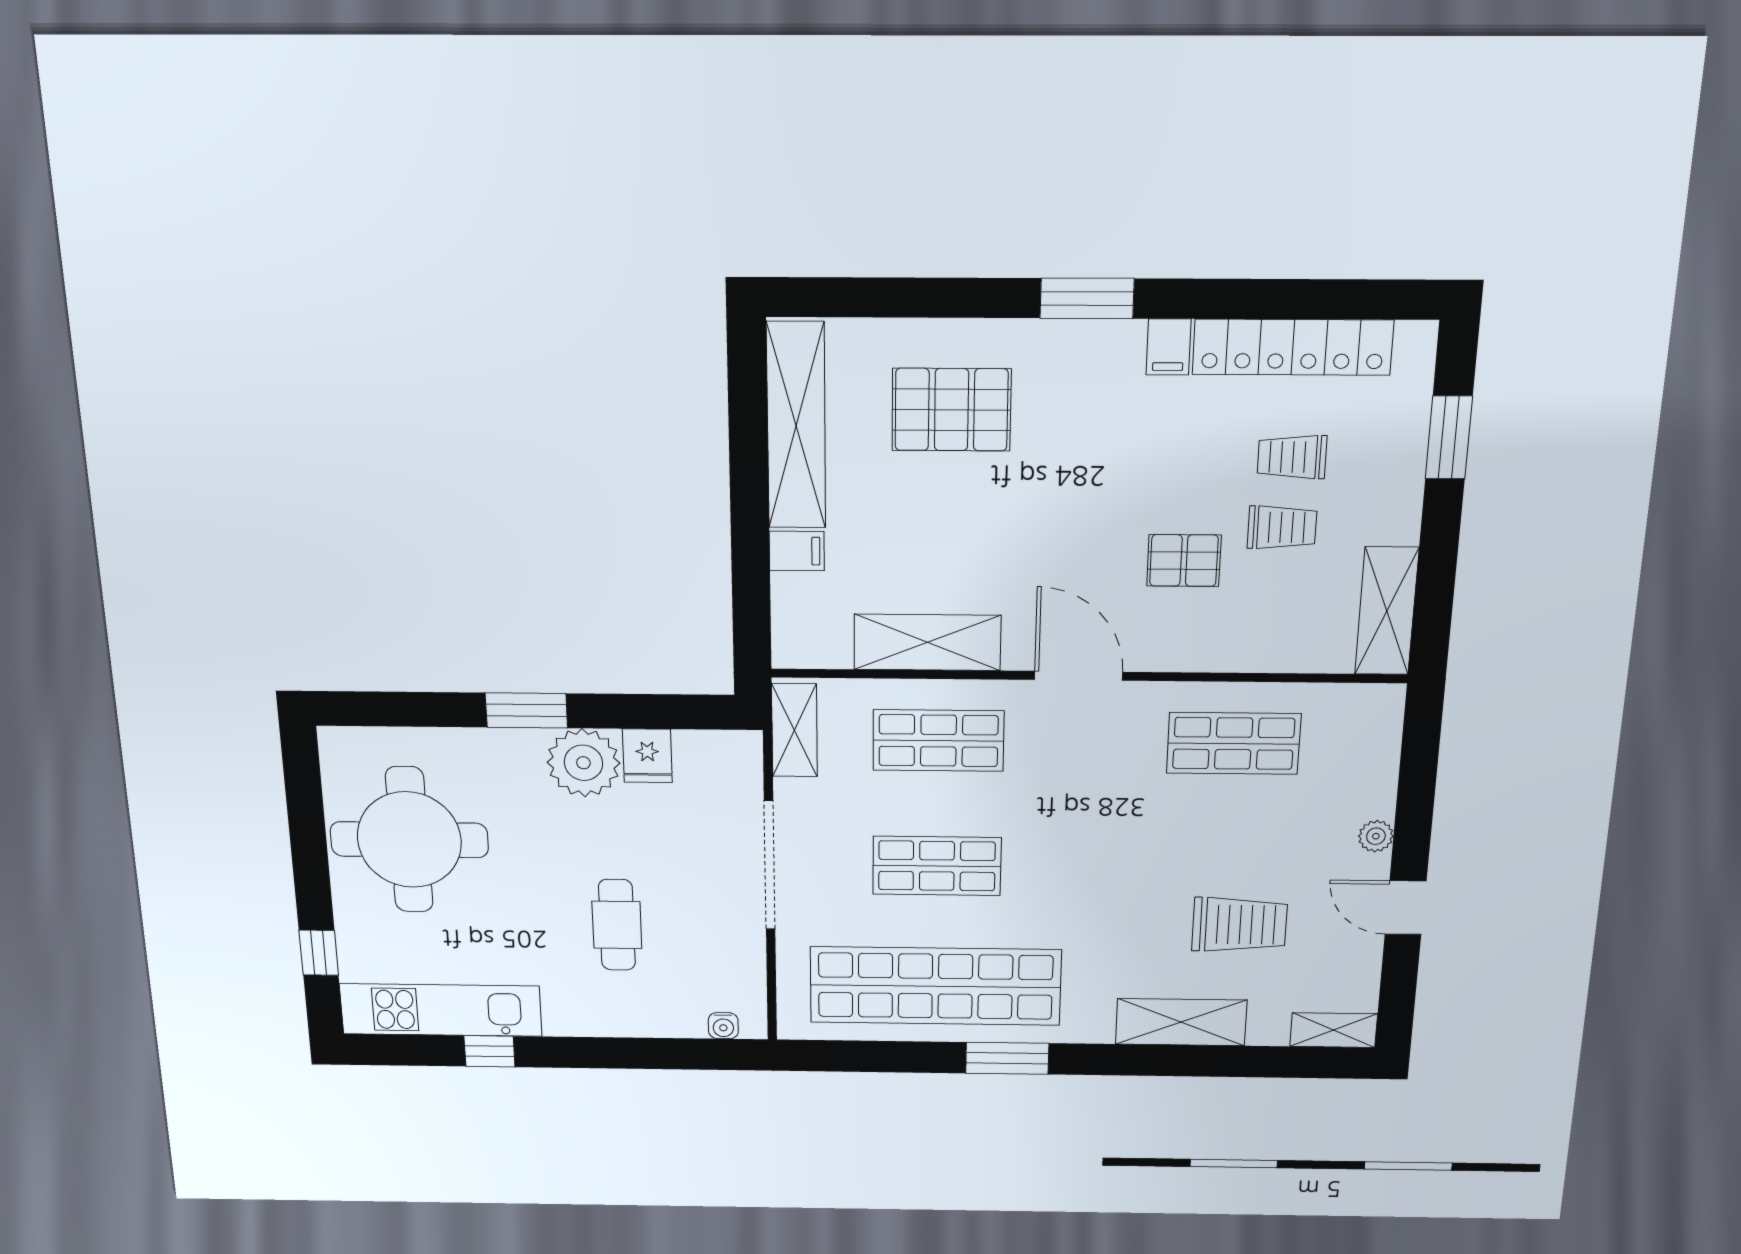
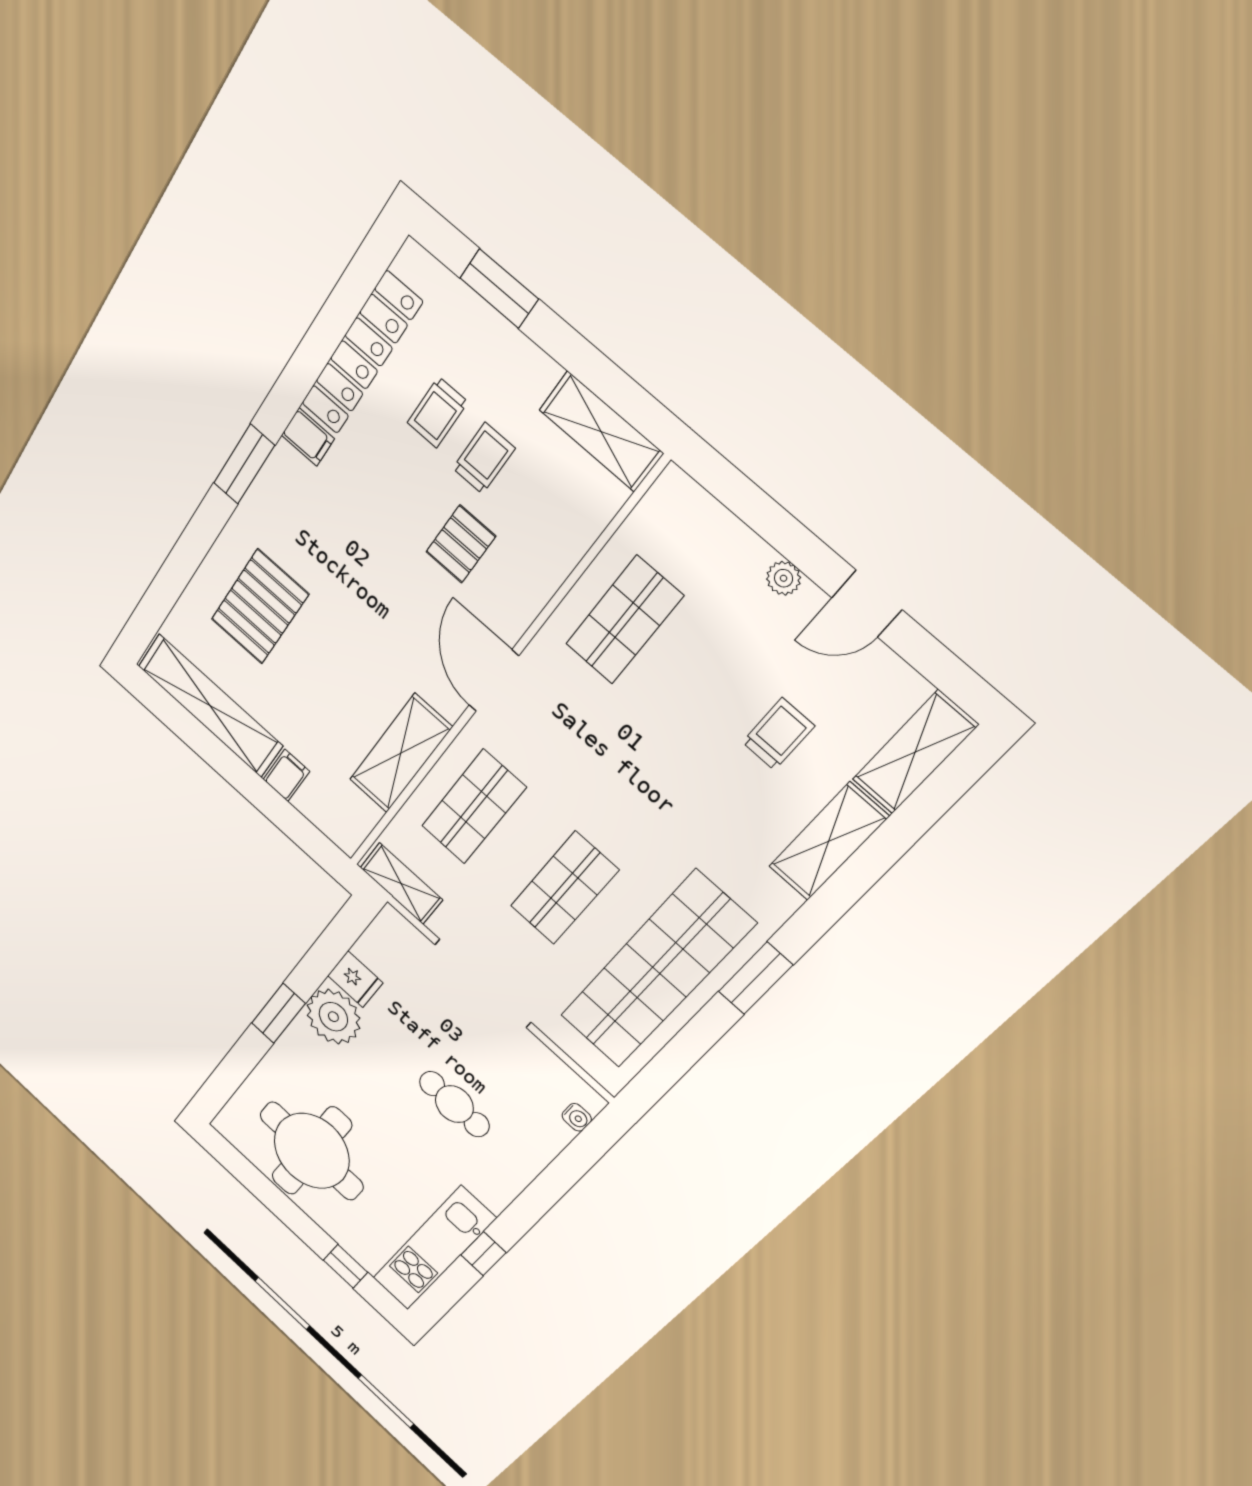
door: (1079, 676) -> (494, 681), hinge flipped
trolley: (1240, 925) -> (778, 734), width x0.73, depth x0.72
shelving: (1334, 1030) -> (915, 752), width x1.50, depth x1.33

